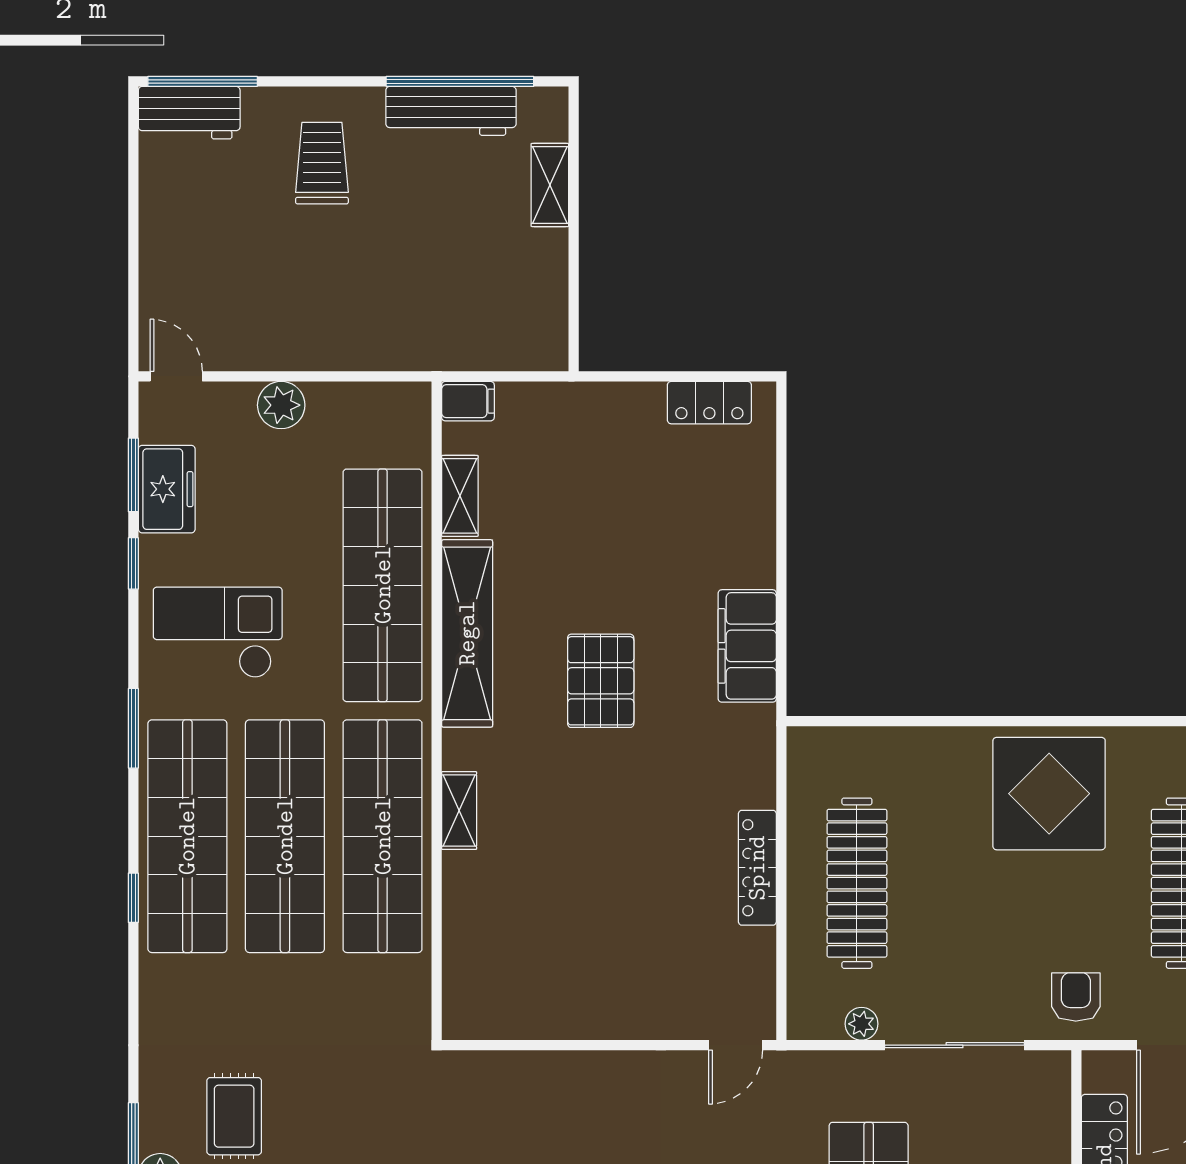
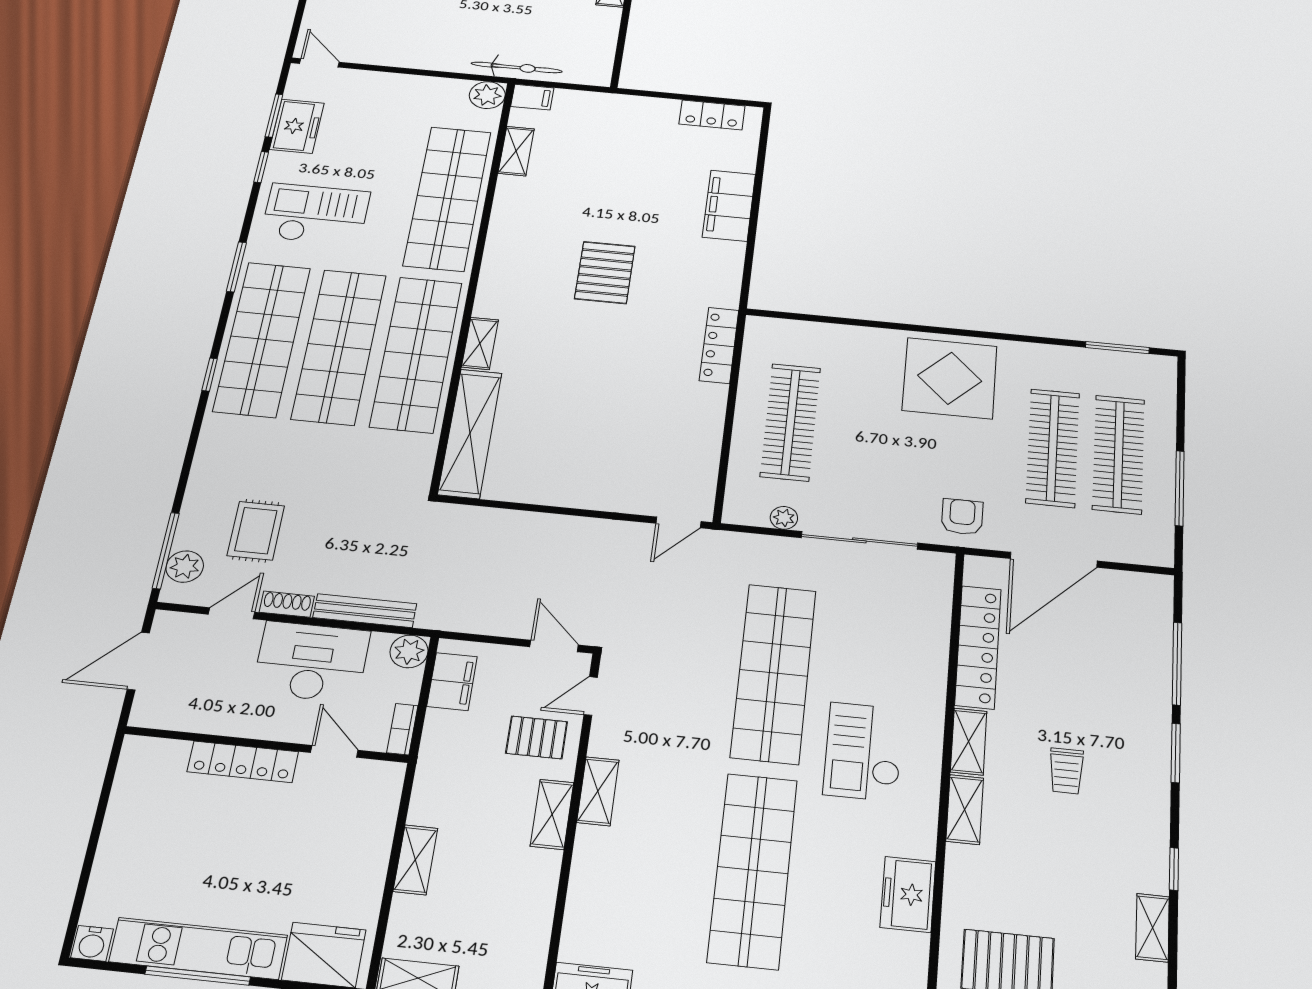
bicycle: (440, 352) -> (517, 67), added
plant: (281, 405) -> (487, 95), moved
shelving: (467, 633) -> (470, 433), moved
filing cabinet: (747, 646) -> (729, 206), moved
locker: (757, 868) -> (719, 345), moved

